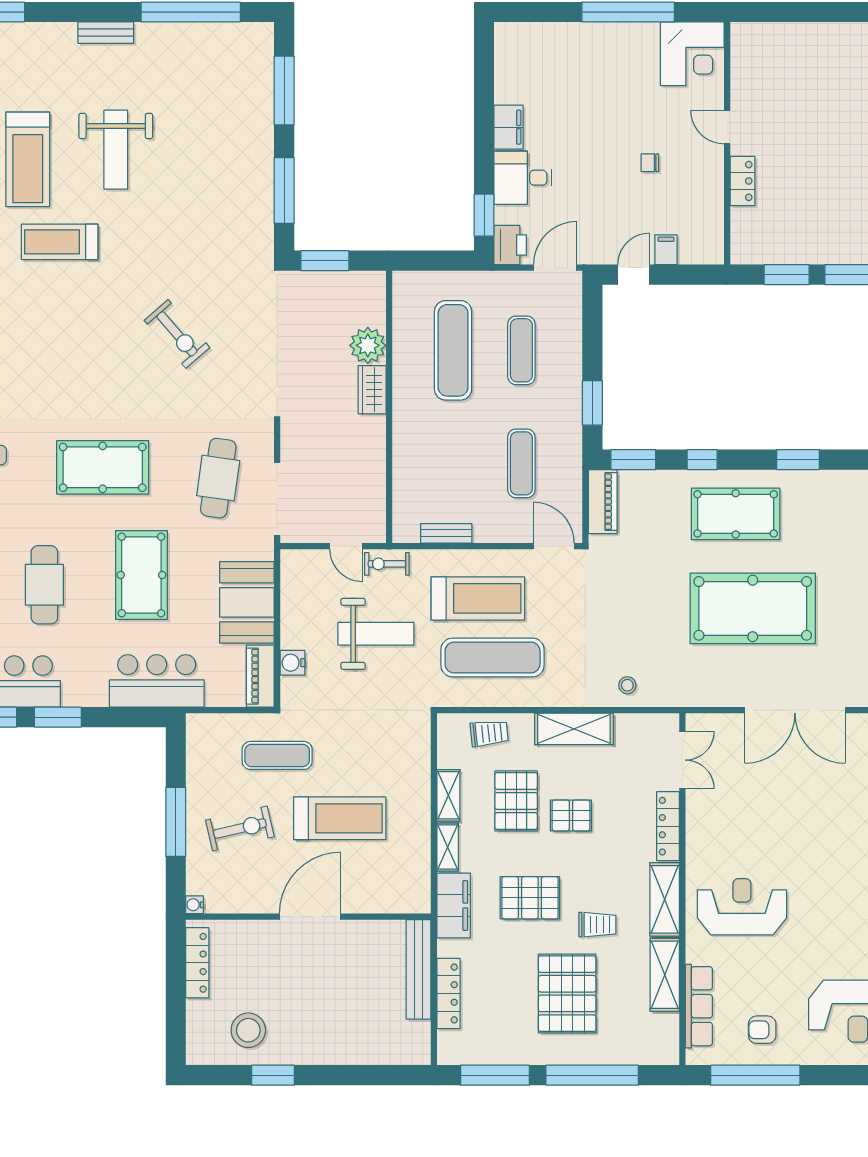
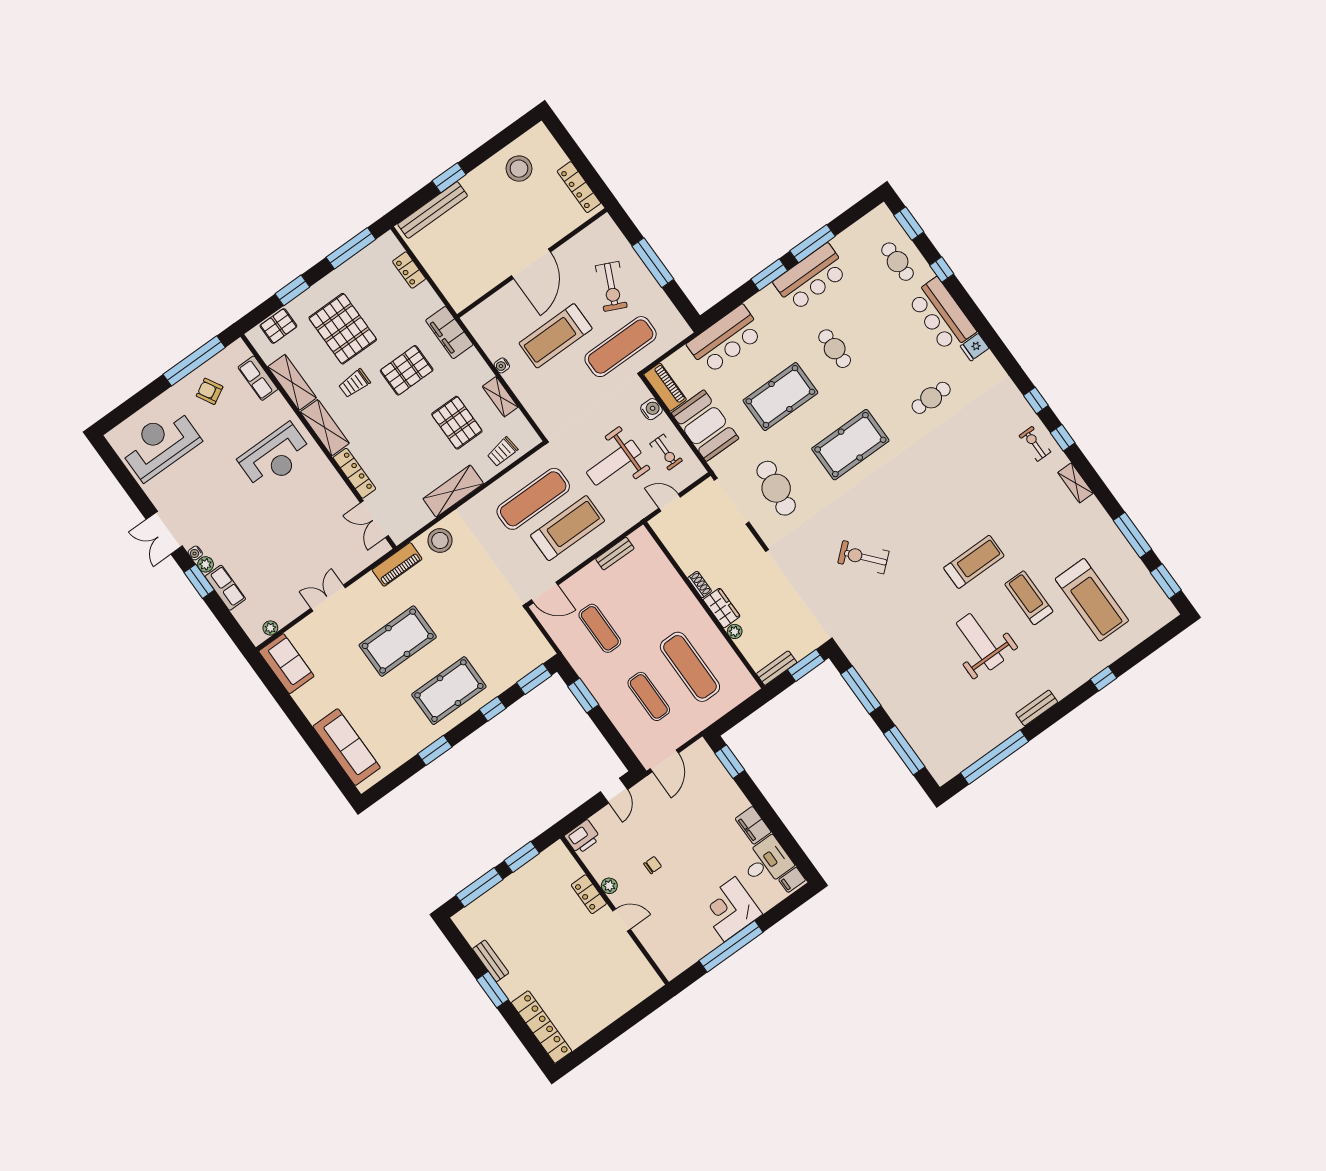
corner desk: (692, 54) -> (730, 909), moved
treadmill: (28, 159) -> (1029, 598), width x0.73, depth x0.73
plant: (714, 174) -> (609, 886), added
desk: (523, 178) -> (767, 862), moved
printer: (510, 245) -> (583, 837), moved, turned -90
filing cabinet: (666, 250) -> (792, 880), moved, turned 90
bench: (359, 281) -> (777, 668), added
plant: (368, 345) -> (735, 631), width x0.53, depth x0.53
shoe rack: (378, 433) -> (700, 584), added
piano: (603, 502) -> (397, 564), moved, turned -90
exercise bike: (387, 564) -> (666, 452), moved, turned 90
pool table: (141, 575) -> (780, 397), turned 90
cafe table: (44, 585) -> (835, 349), width x0.73, depth x0.74
treadmill: (478, 598) -> (568, 528), turned 180
pool table: (753, 608) -> (398, 641), width x0.73, depth x0.76
stool: (627, 685) -> (440, 540), width x1.89, depth x1.89
double door: (795, 710) -> (328, 598), width x0.54
exercise mat: (277, 755) -> (621, 347), width x1.36, depth x1.45
pallet: (571, 815) -> (278, 326), moved
exercise bike: (240, 828) -> (611, 286), turned -52
shelving: (448, 847) -> (478, 365), removed
water cooler: (194, 905) -> (502, 365), moved, turned 180
bench: (418, 969) -> (433, 210), moved, turned 90
locker: (448, 993) -> (409, 270), width x0.66
row of seats: (699, 1006) -> (258, 378), width x0.68
armchair: (762, 1030) -> (210, 391), turned -119
window: (273, 1075) -> (449, 178), moved
window: (592, 1075) -> (292, 290), width x0.47

